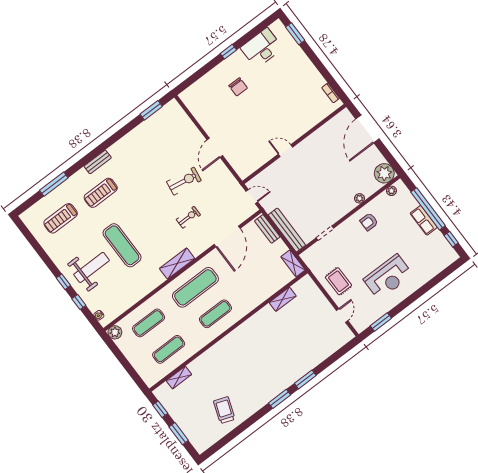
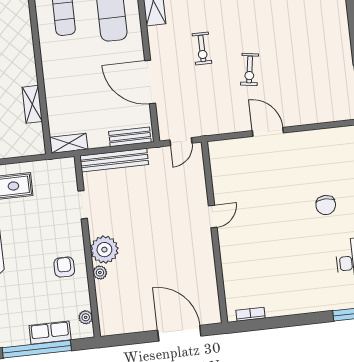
chair: (238, 87) -> (326, 205), turned -90
plant: (384, 173) -> (104, 250), moved
exercise bike: (184, 181) -> (250, 69), width x0.73, depth x0.72
row of seats: (424, 220) -> (50, 333), moved

